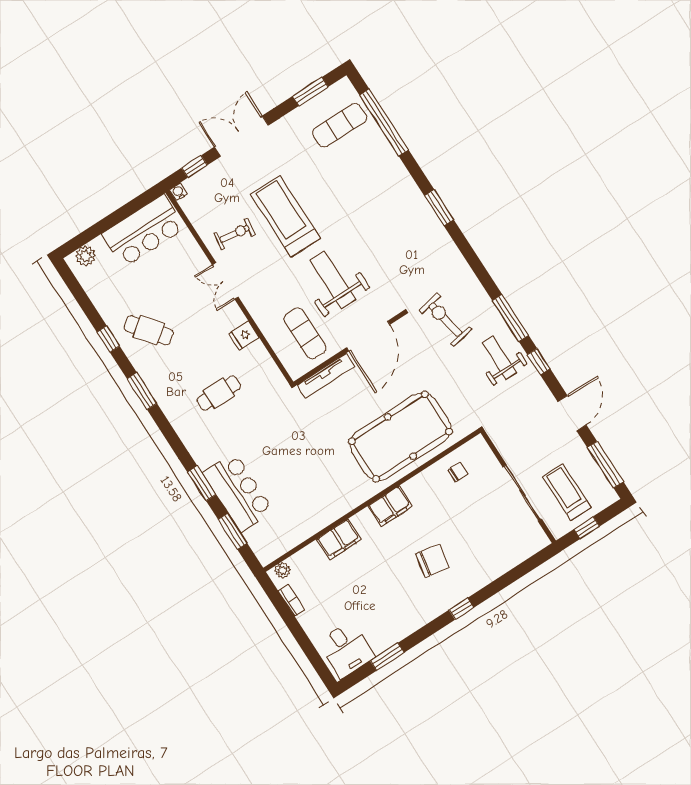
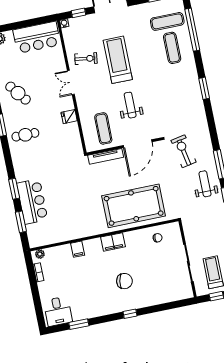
exercise mat: (364, 164) -> (172, 48), added
weight bench: (333, 280) -> (130, 105), width x0.73, depth x0.75
cafe table: (219, 393) -> (25, 135), moved
filing cabinet: (339, 539) -> (78, 249), width x0.50

